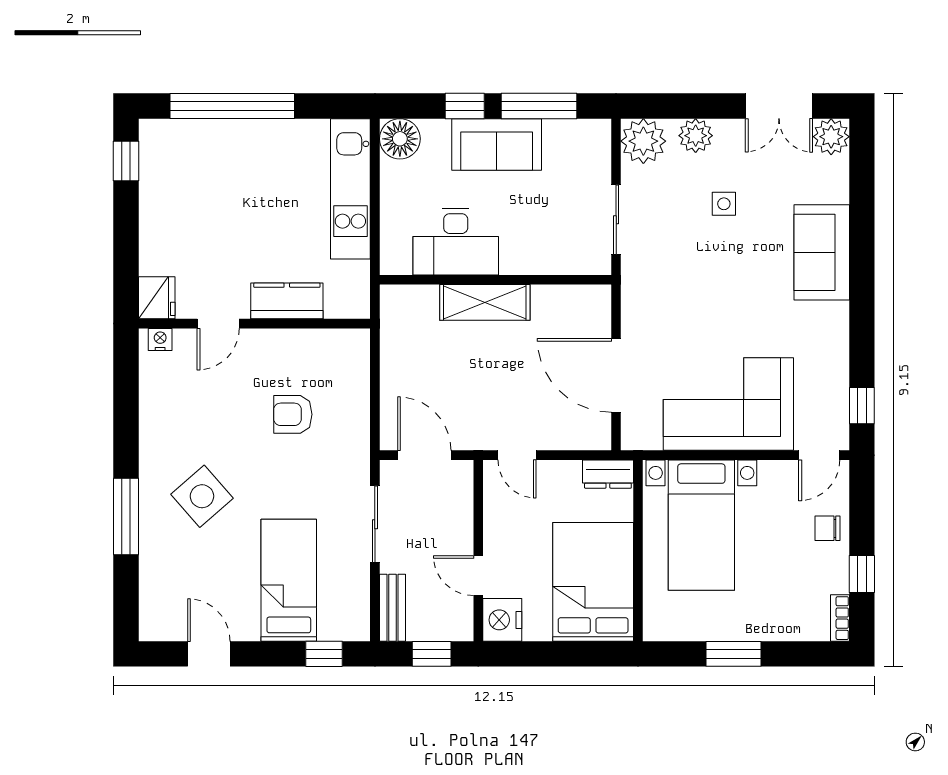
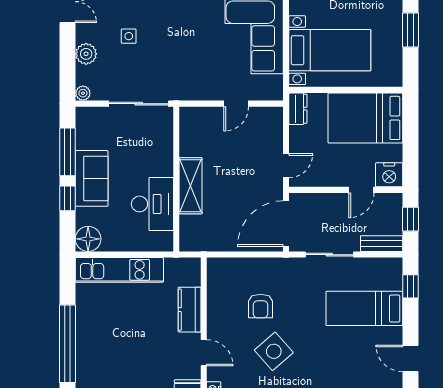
plant: (643, 141) -> (83, 93), width x0.53, depth x0.53
sliding door: (616, 220) -> (139, 104), width x1.37
door: (616, 375) -> (236, 104), width x0.53
door: (424, 455) -> (286, 224), width x1.36
side table: (202, 496) -> (274, 351), moved
door: (209, 654) -> (411, 358), hinge flipped

